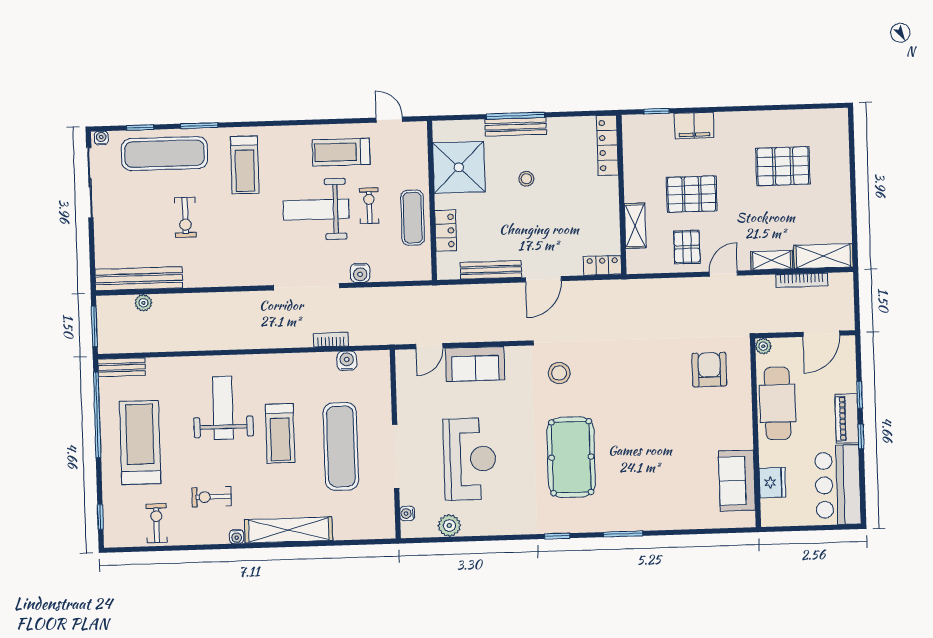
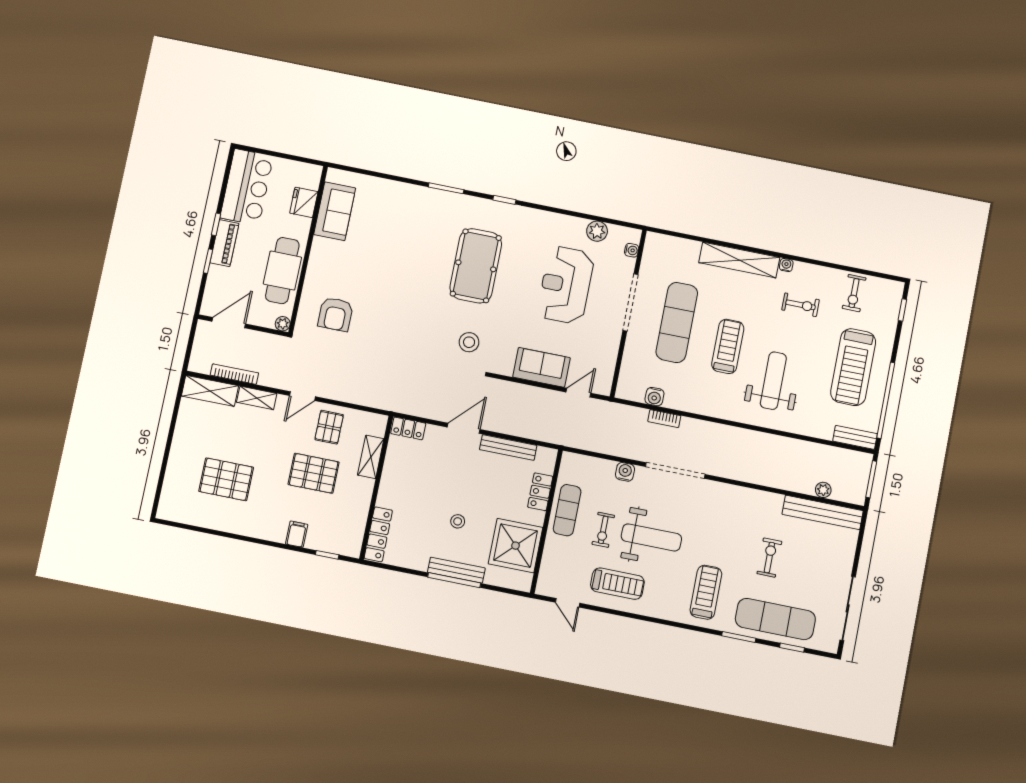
filing cabinet: (694, 126) -> (297, 534), width x0.50
water cooler: (101, 138) -> (829, 646), removed
weight bench: (223, 408) -> (773, 381), turned 180

